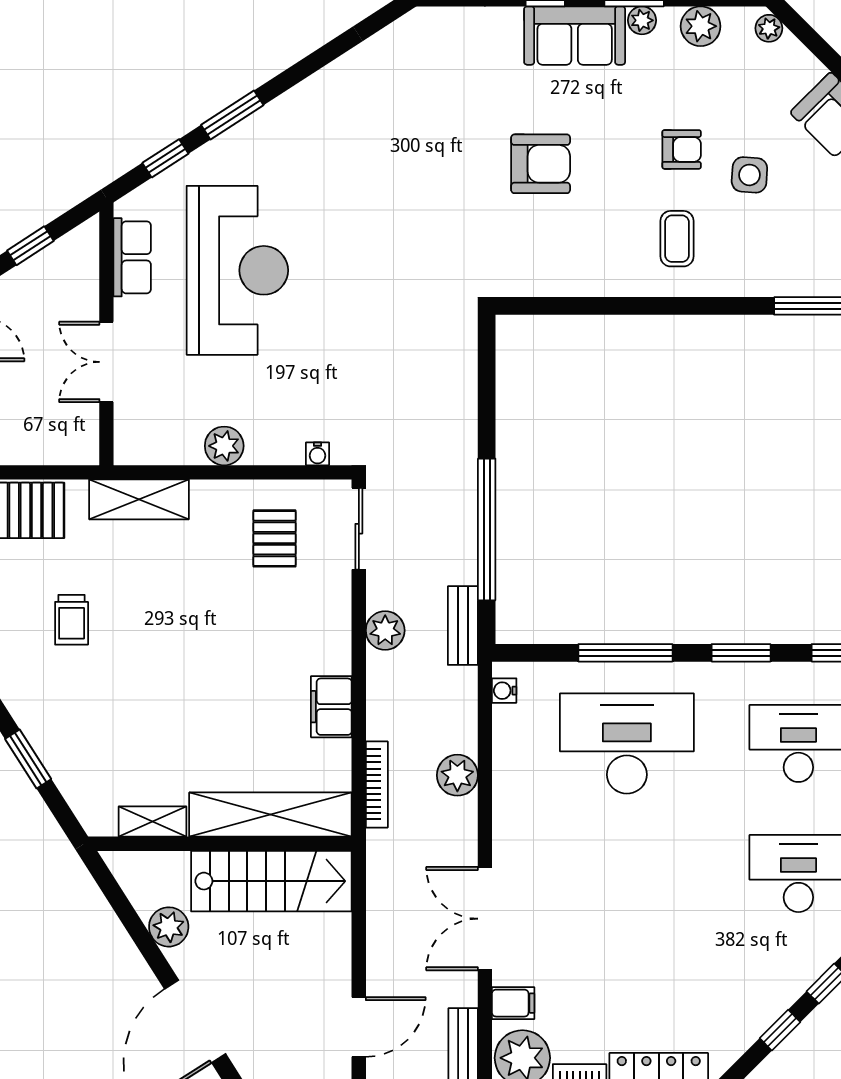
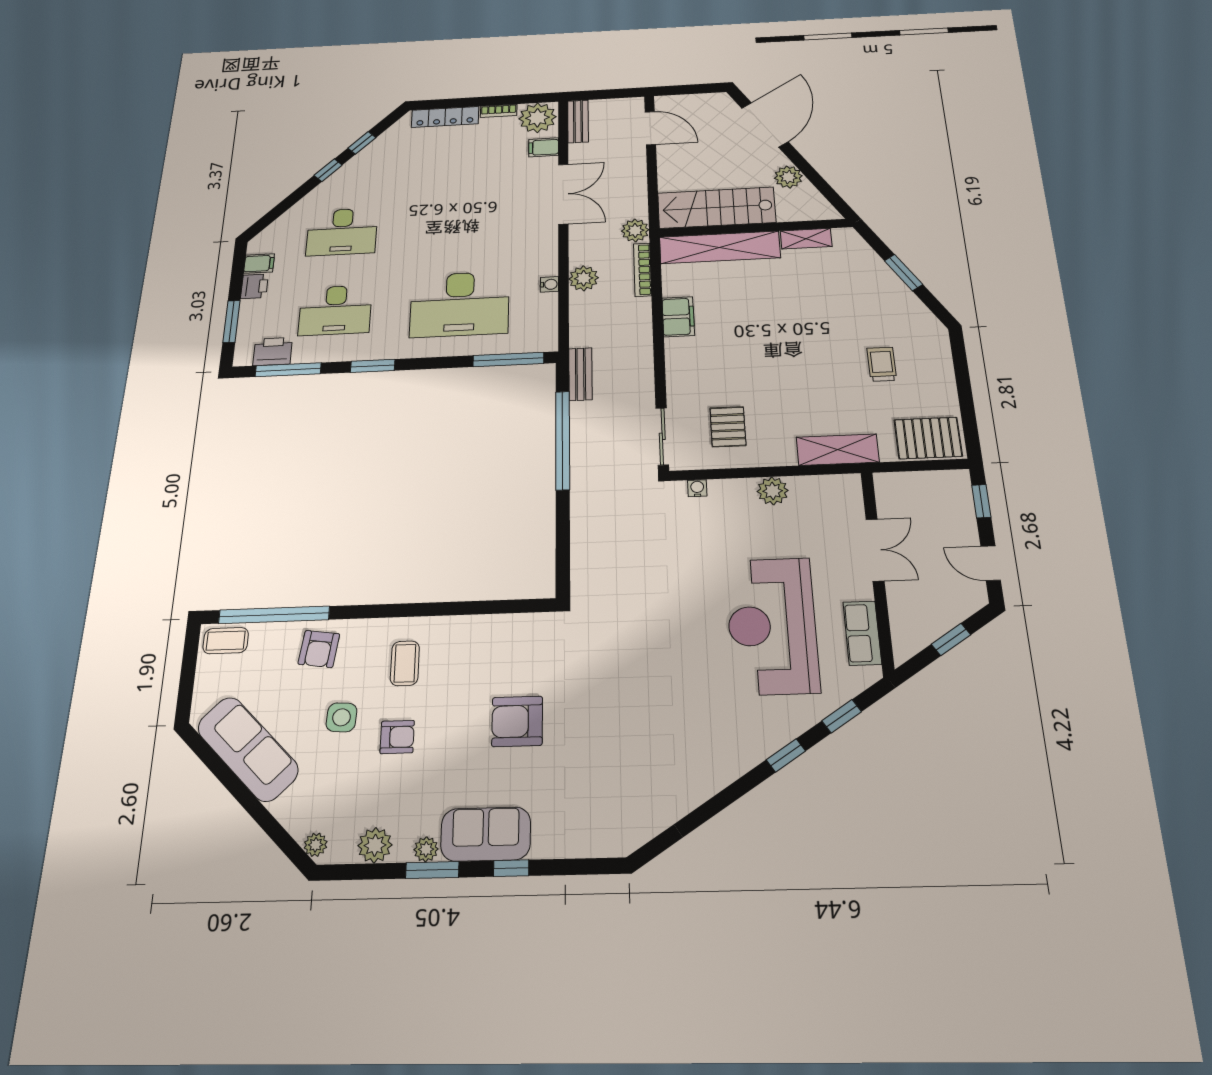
window: (232, 115) -> (786, 755), width x0.67
armchair: (682, 149) -> (397, 737), turned 180
armchair: (783, 260) -> (319, 649), added
plant: (385, 630) -> (635, 230), moved
window: (625, 653) -> (508, 360), moved
water cooler: (504, 691) -> (549, 284), moved
door: (359, 1027) -> (650, 128), swing flipped

